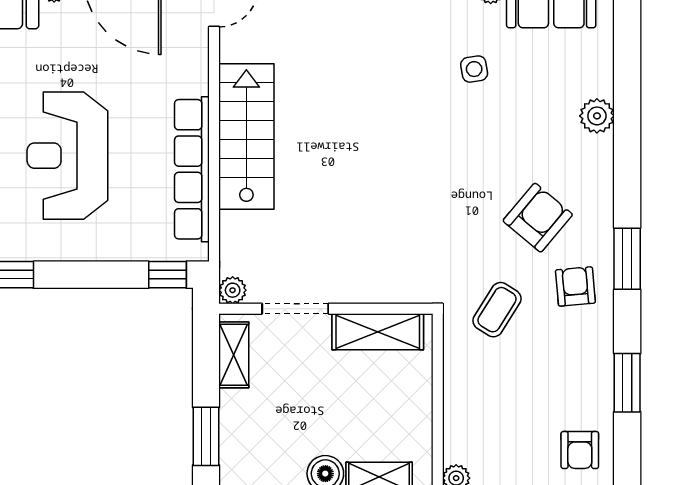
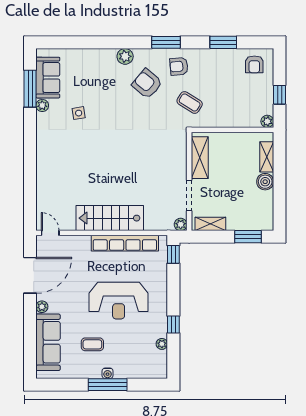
plant: (597, 116) -> (125, 56), moved
armchair: (580, 450) -> (254, 64), turned 90

